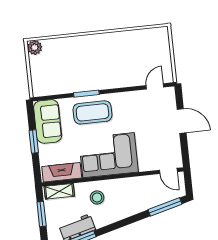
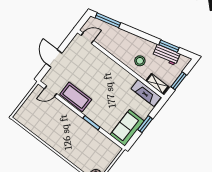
coffee table: (92, 112) -> (76, 97), moved
corner sofa: (109, 155) -> (112, 78), removed
door: (168, 171) -> (87, 38), hinge flipped

